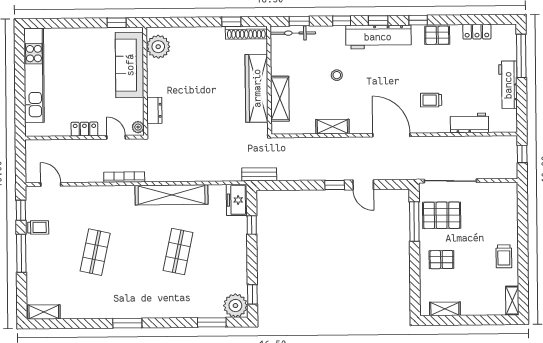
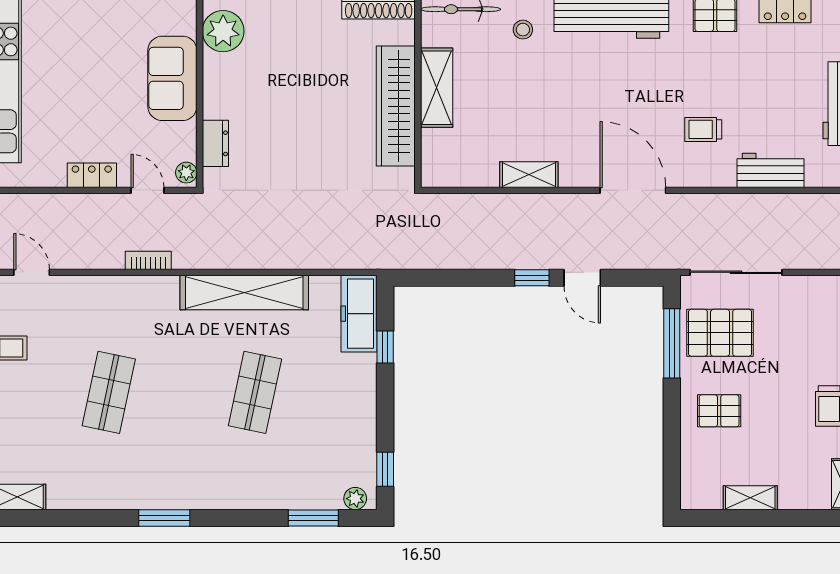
sofa: (130, 65) -> (172, 78), width x0.73
stool: (337, 75) -> (523, 30), moved
shelving: (280, 99) -> (437, 88), moved
bench: (259, 174) -> (399, 258), removed
bookcase: (124, 177) -> (148, 260), width x0.64
freezer: (237, 200) -> (359, 314), width x1.40
plant: (235, 306) -> (355, 499), width x0.53, depth x0.53
shelving: (445, 309) -> (750, 498), moved

